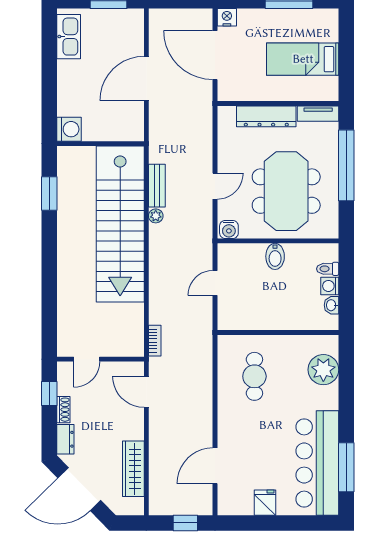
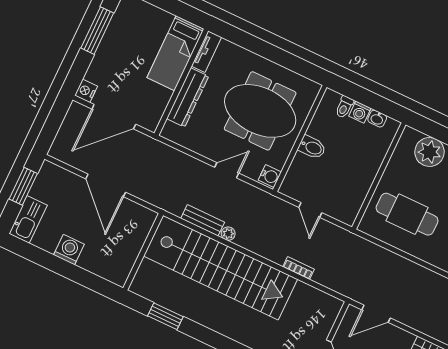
kitchen sink: (69, 37) -> (28, 219), moved, turned 90
bed: (303, 59) -> (175, 53), moved
washing machine: (69, 129) -> (69, 250), moved
window: (346, 165) -> (263, 49), removed
door: (215, 186) -> (227, 170), hinge flipped
bookcase: (155, 341) -> (298, 268), moved
cafe table: (254, 376) -> (407, 214), width x1.37, depth x1.35

